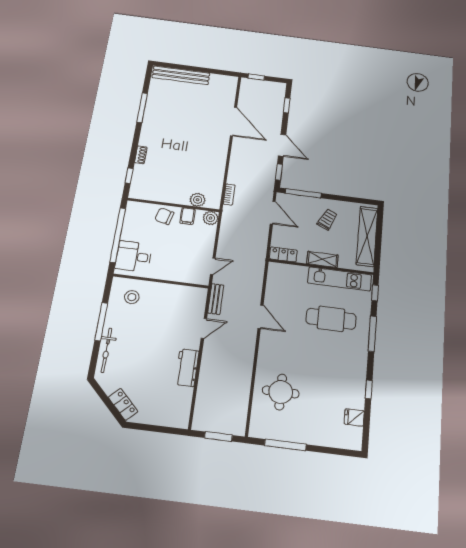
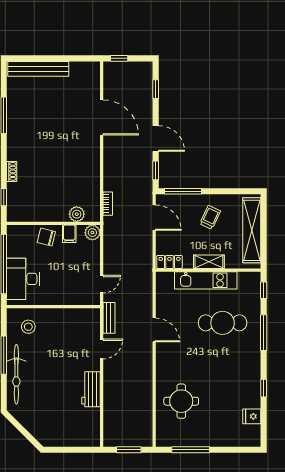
desk: (134, 256) -> (23, 279), width x1.37
kitchen unit: (340, 279) -> (206, 280), moved
bicycle: (106, 350) -> (16, 374), width x1.37, depth x1.40
locker: (123, 404) -> (38, 431), removed

